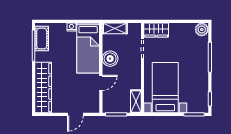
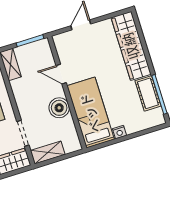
shelving: (115, 28) -> (48, 153), moved
cot: (42, 39) -> (148, 93), moved
door: (101, 83) -> (61, 74), hinge flipped

